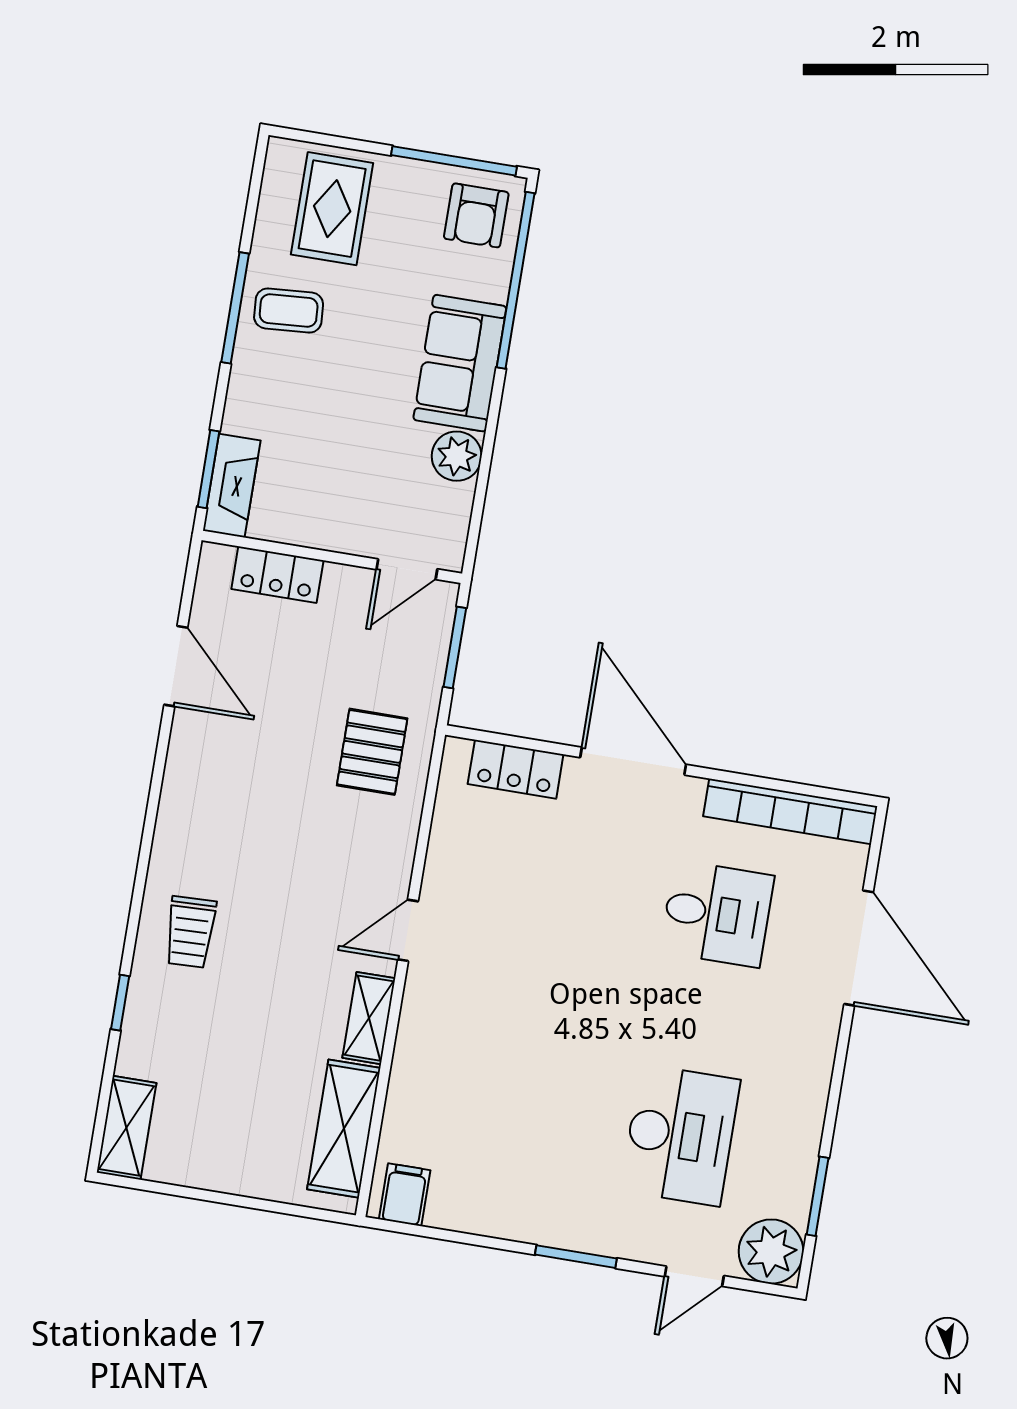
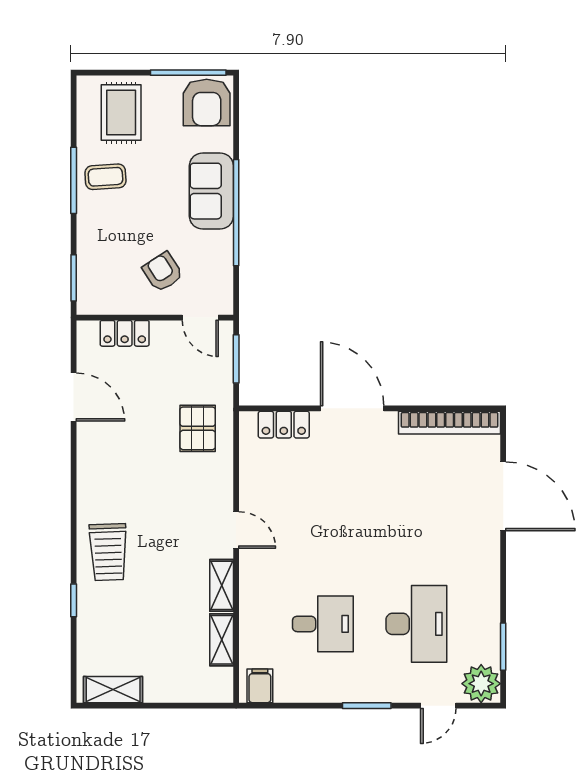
armchair: (476, 215) -> (207, 103), width x1.38, depth x1.38
window: (516, 280) -> (236, 213), moved
plant: (457, 456) -> (219, 246), removed
armchair: (357, 484) -> (163, 272), added
fireplace: (232, 486) -> (89, 285), removed
door: (407, 569) -> (200, 318), hinge flipped
desk: (717, 914) -> (323, 624), moved
door: (408, 930) -> (236, 530), swing flipped
trolley: (190, 932) -> (108, 552), width x1.36, depth x1.39
shelving: (127, 1128) -> (113, 690), moved, turned 90
shelving: (344, 1129) -> (222, 640), width x0.67, depth x0.75

